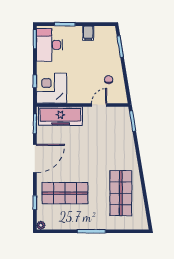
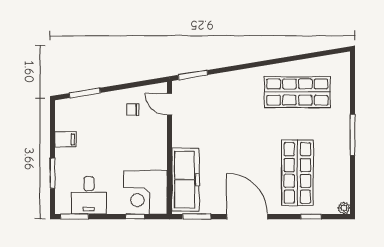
desk: (50, 45) -> (89, 195), width x0.73
door: (99, 105) -> (170, 104), moved

